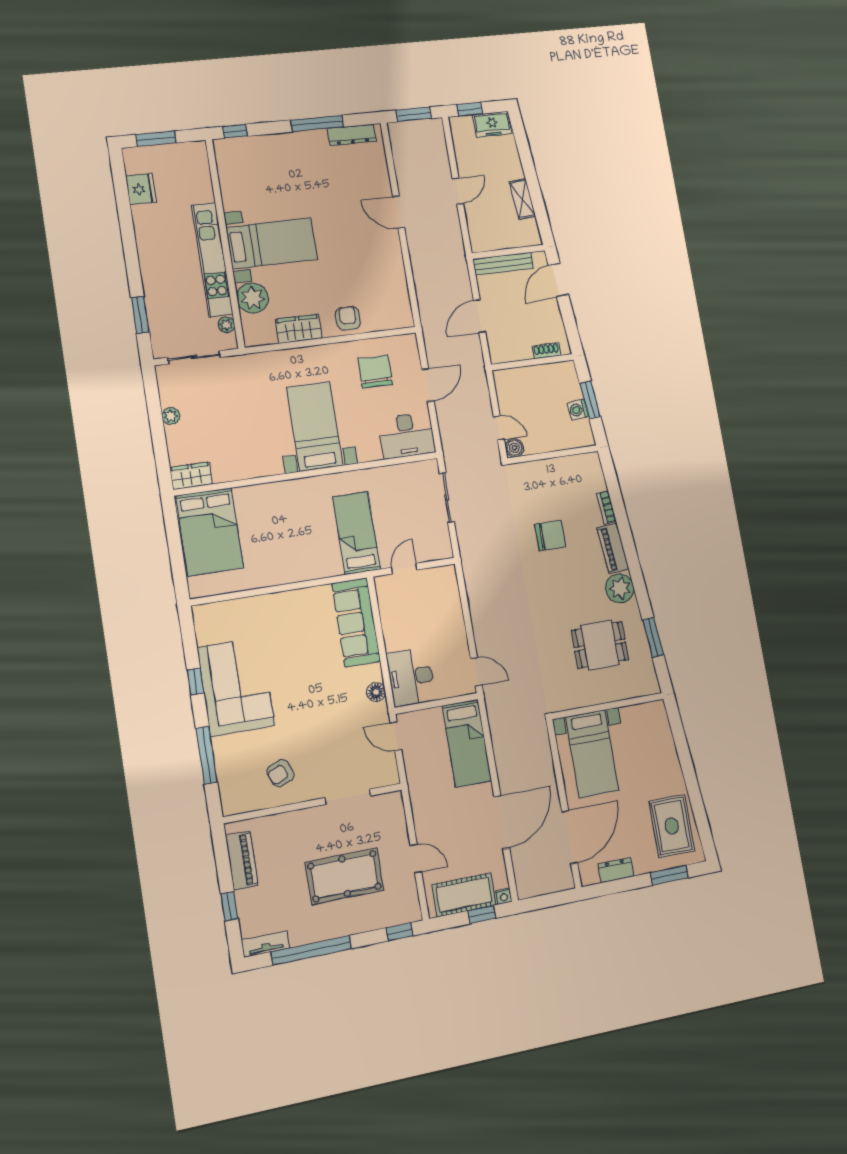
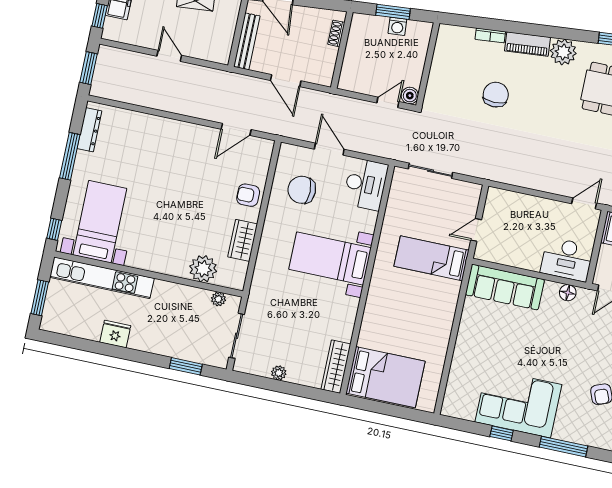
fridge: (141, 189) -> (115, 334), moved
door: (399, 212) -> (236, 129), moved
bed with nightstands: (272, 243) -> (100, 222), moved
kitchen unit: (212, 260) -> (102, 278), moved
wardrobe: (191, 476) -> (336, 367), width x1.50
door: (404, 569) -> (476, 230), hinge flipped

